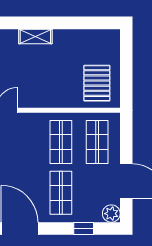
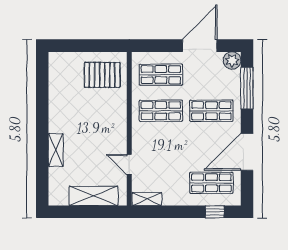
shelving: (35, 37) -> (56, 150), moved
window: (84, 229) -> (247, 88), width x2.17

